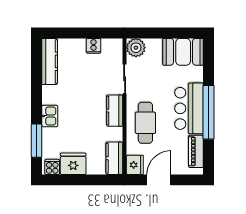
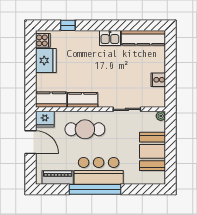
plant: (136, 48) -> (161, 116), width x0.53, depth x0.53
booth: (183, 52) -> (153, 151), moved
kitchen counter: (115, 111) -> (83, 100), moved
kitchen sink: (50, 116) -> (110, 38), moved
window: (37, 141) -> (68, 25), width x0.46

